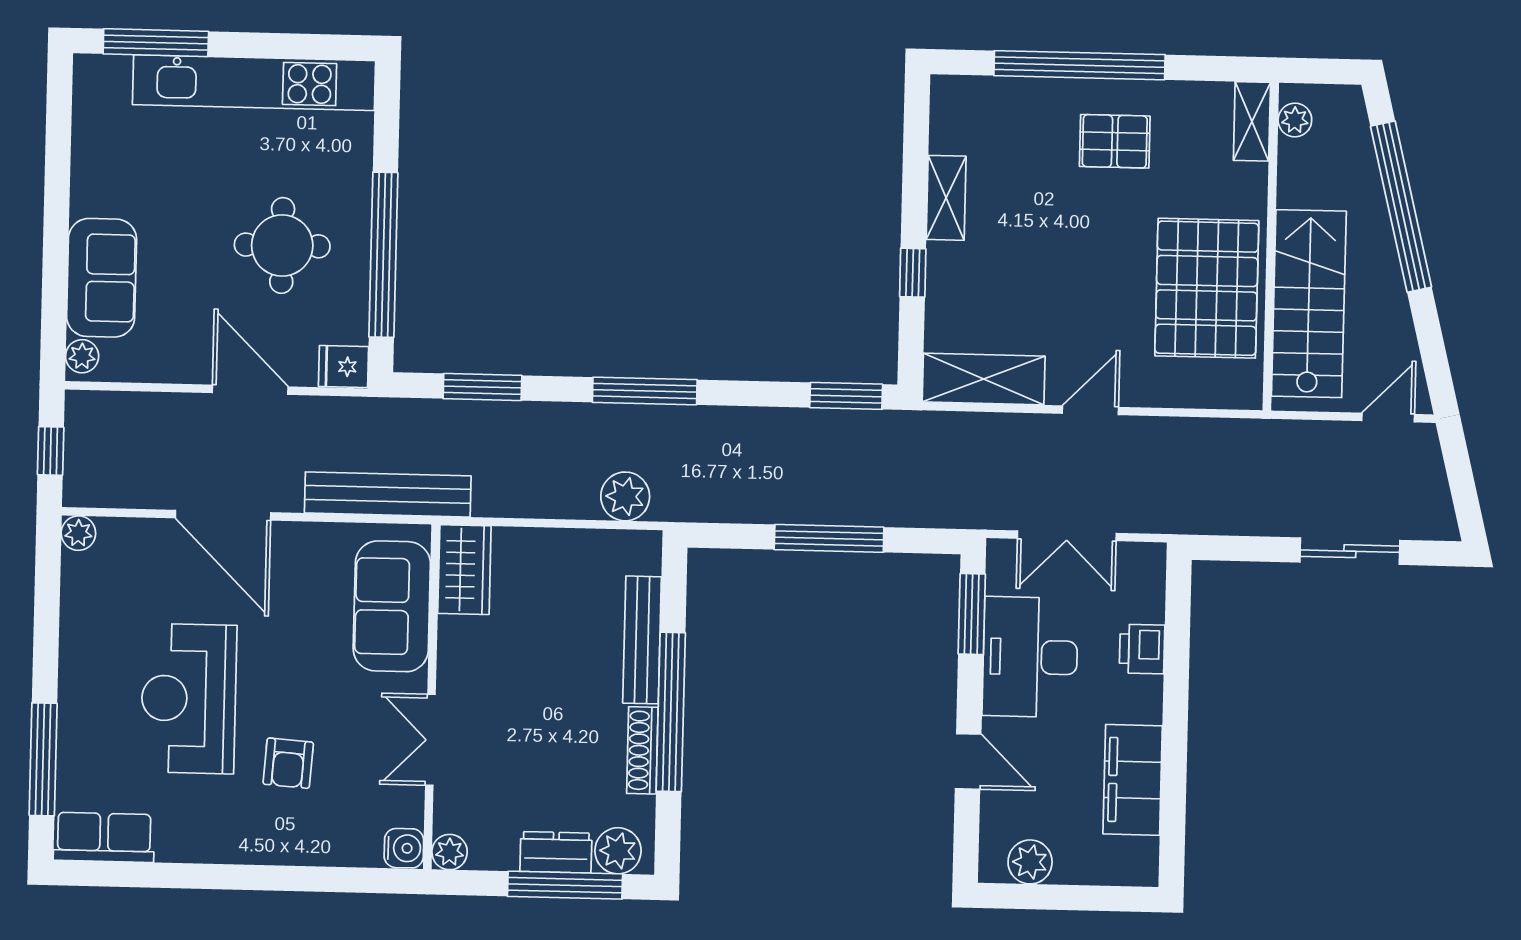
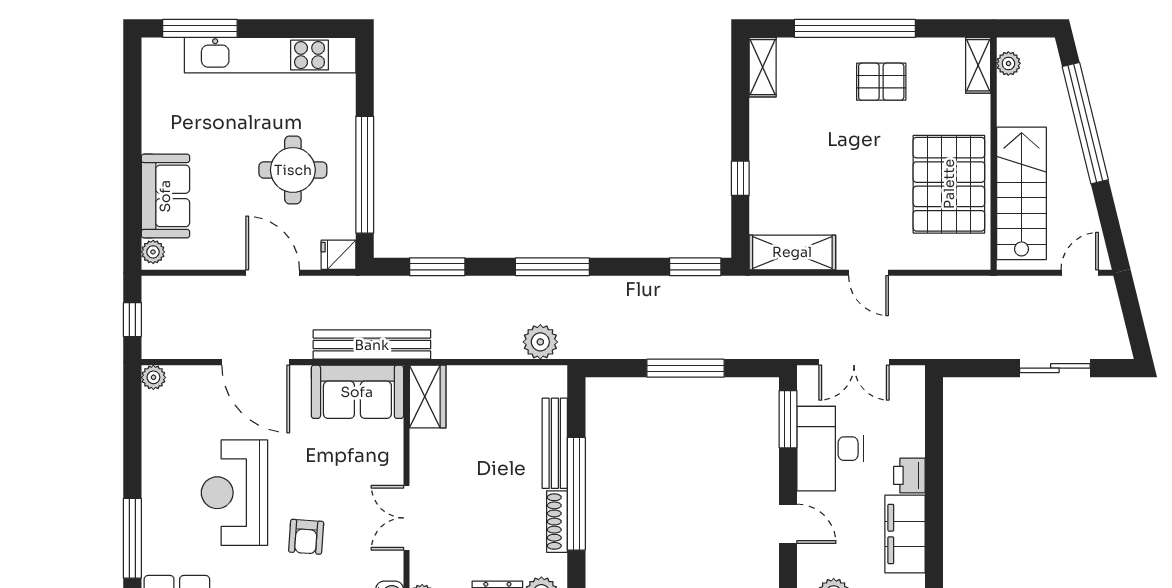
shelving: (946, 198) -> (763, 67), moved
door: (1090, 410) -> (869, 273), swing flipped
sofa: (392, 606) -> (357, 392), moved, turned -90
printer: (1142, 649) -> (909, 475), moved

